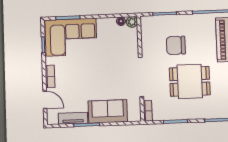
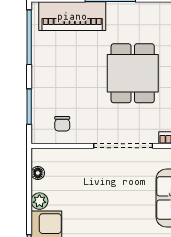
plant: (132, 22) -> (39, 201), moved
chair: (176, 45) -> (62, 124), moved, width x0.54, depth x0.54

